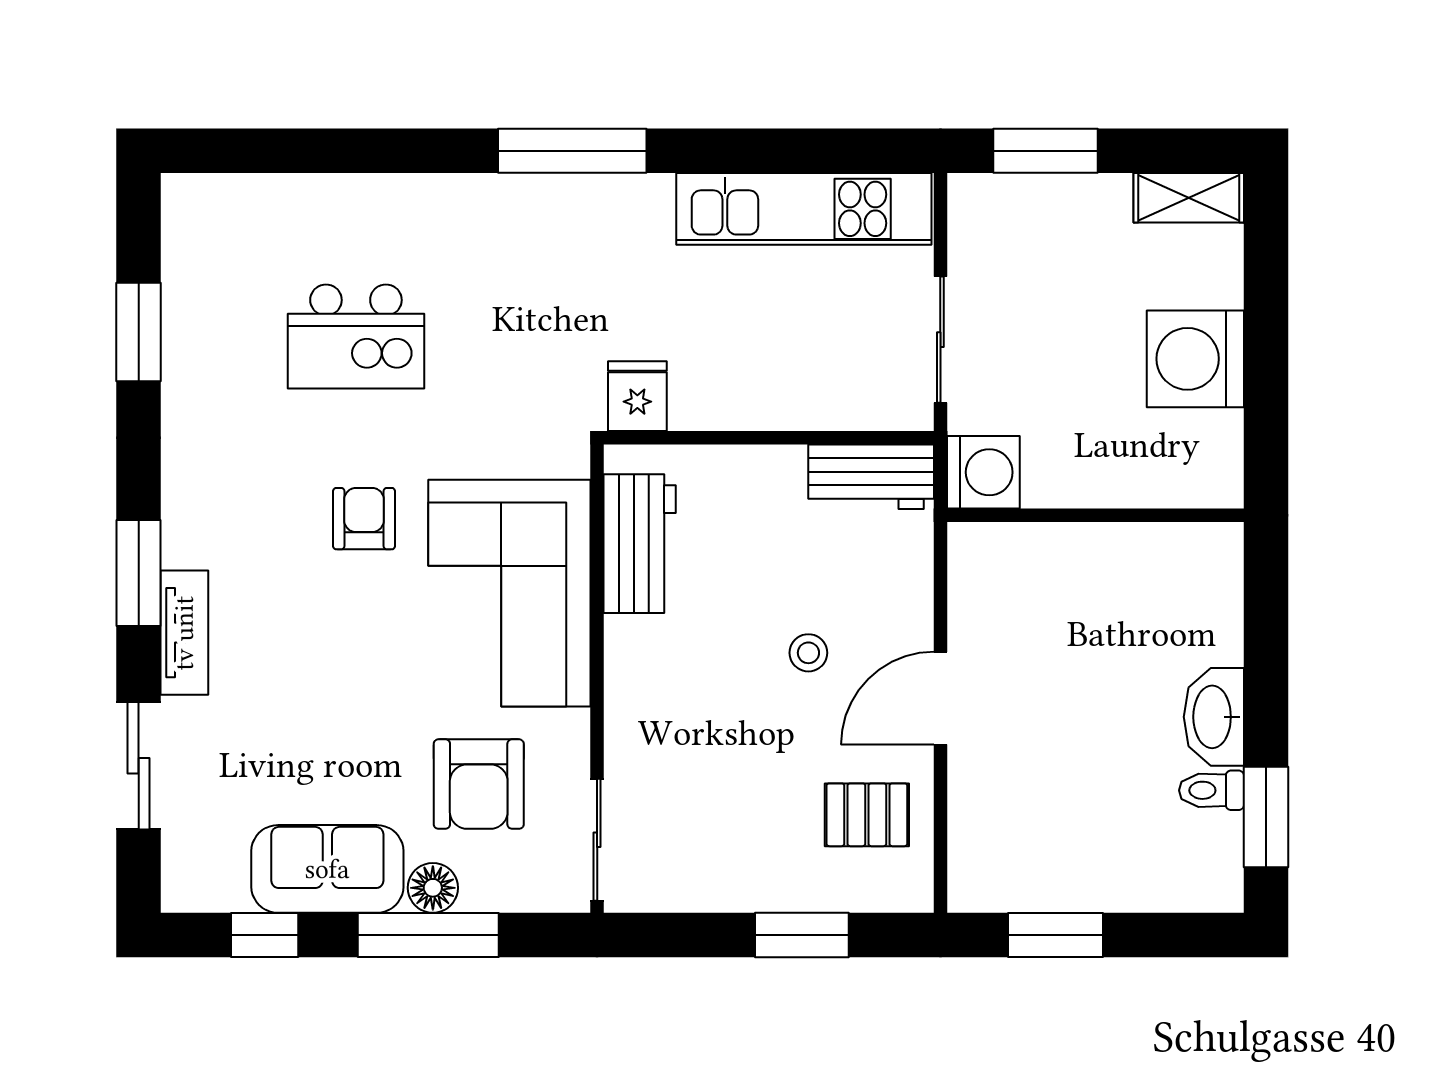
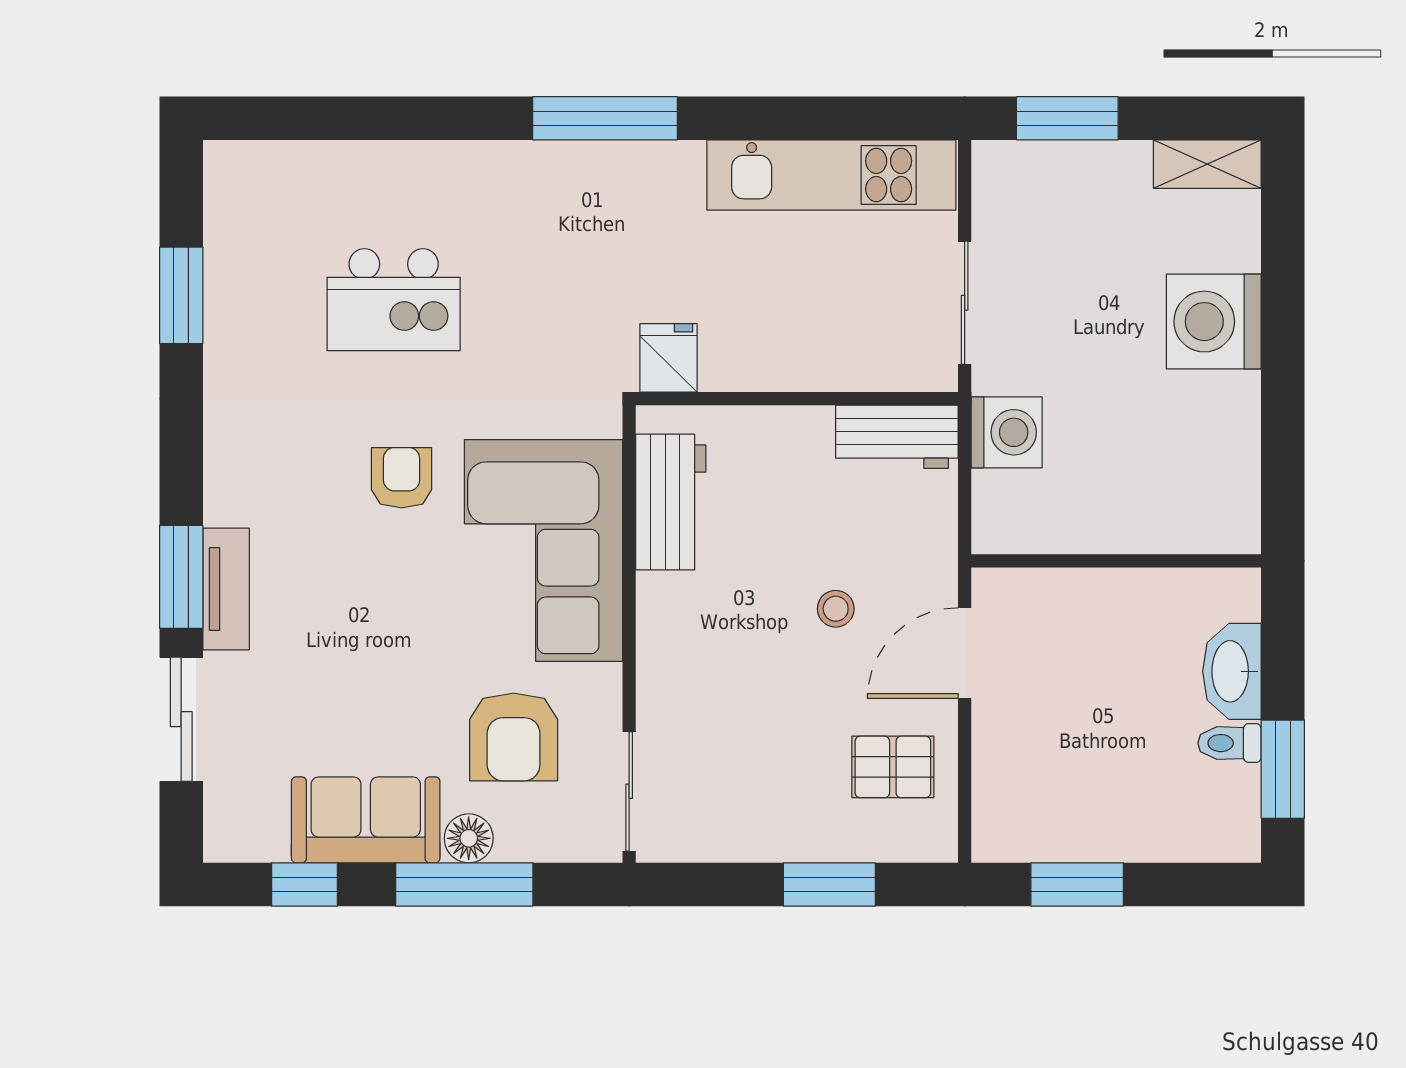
wall: (1095, 515) -> (1116, 561), moved
window: (139, 573) -> (181, 577), moved

